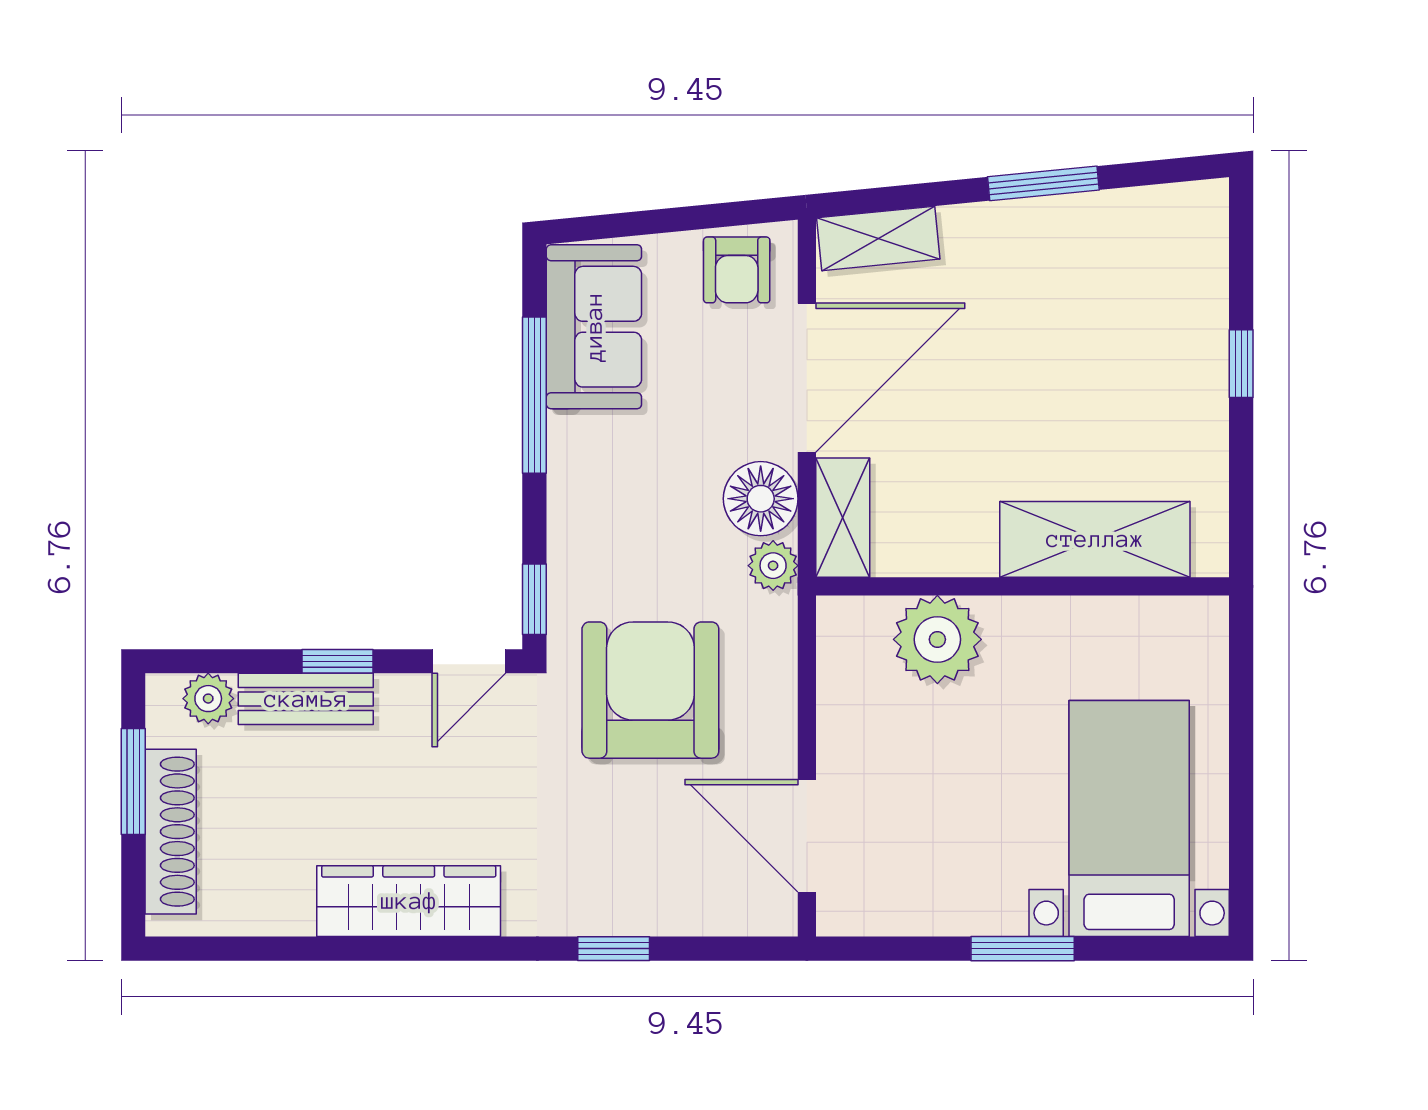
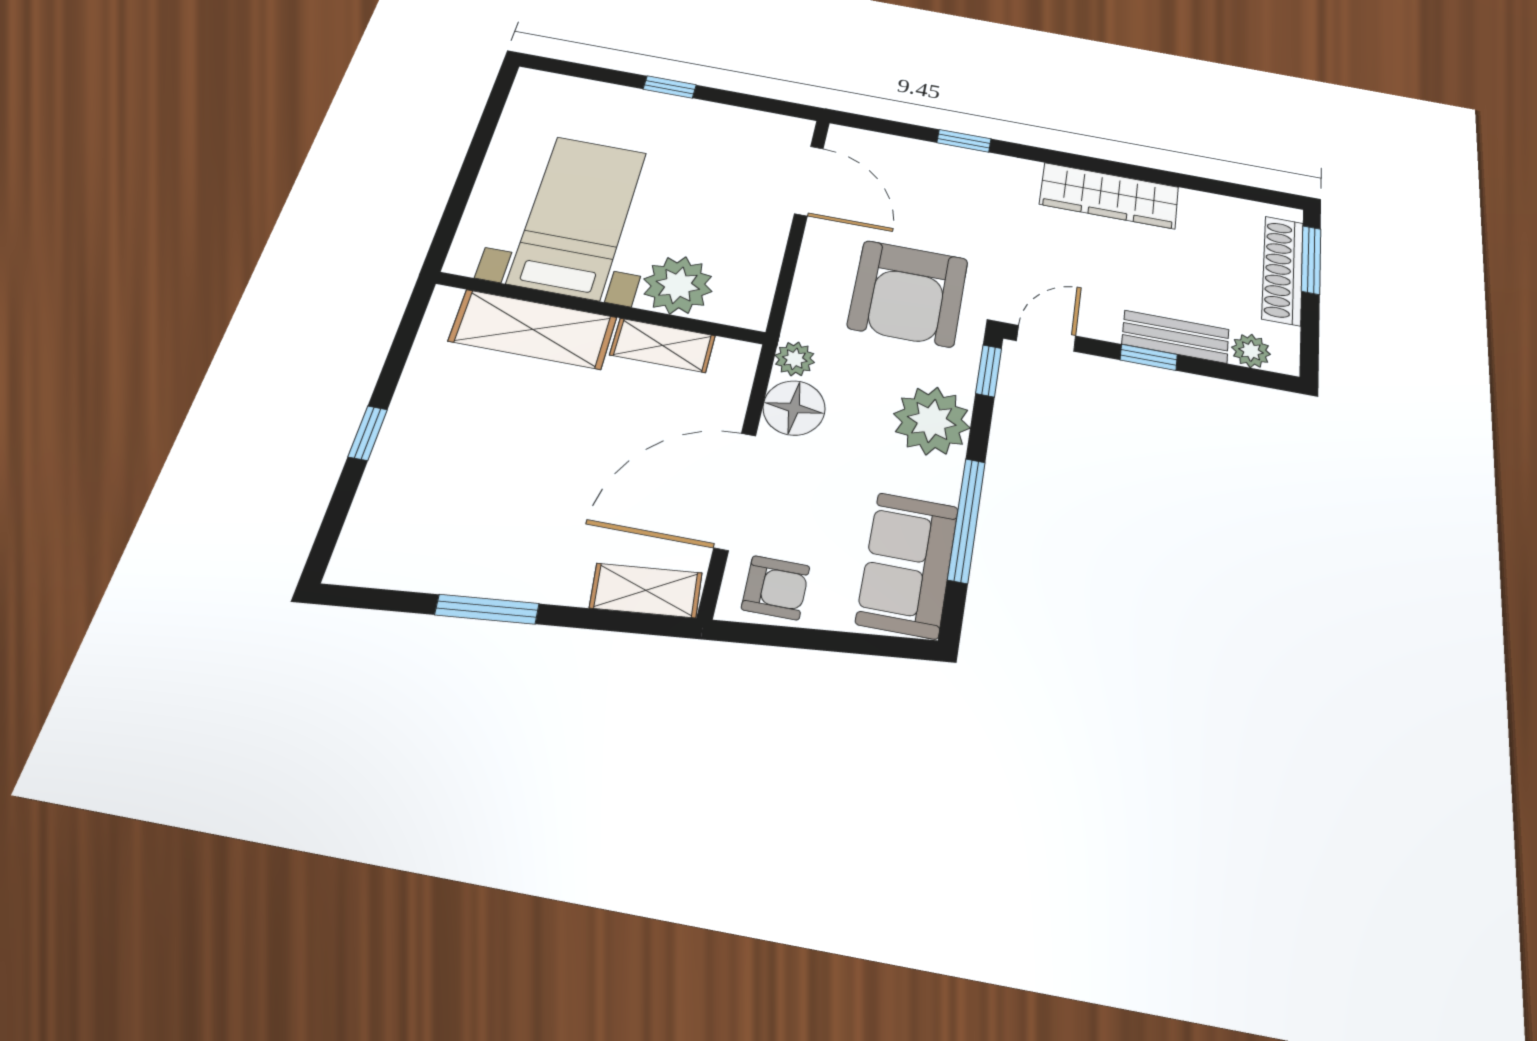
armchair: (737, 270) -> (776, 588), turned 90
plant: (594, 516) -> (932, 421), added
shelving: (843, 518) -> (663, 345), moved, turned 90
window: (133, 782) -> (1311, 260), moved
bed with nightstands: (1129, 818) -> (578, 217), moved, turned 180
window: (1023, 949) -> (670, 87), width x0.67

